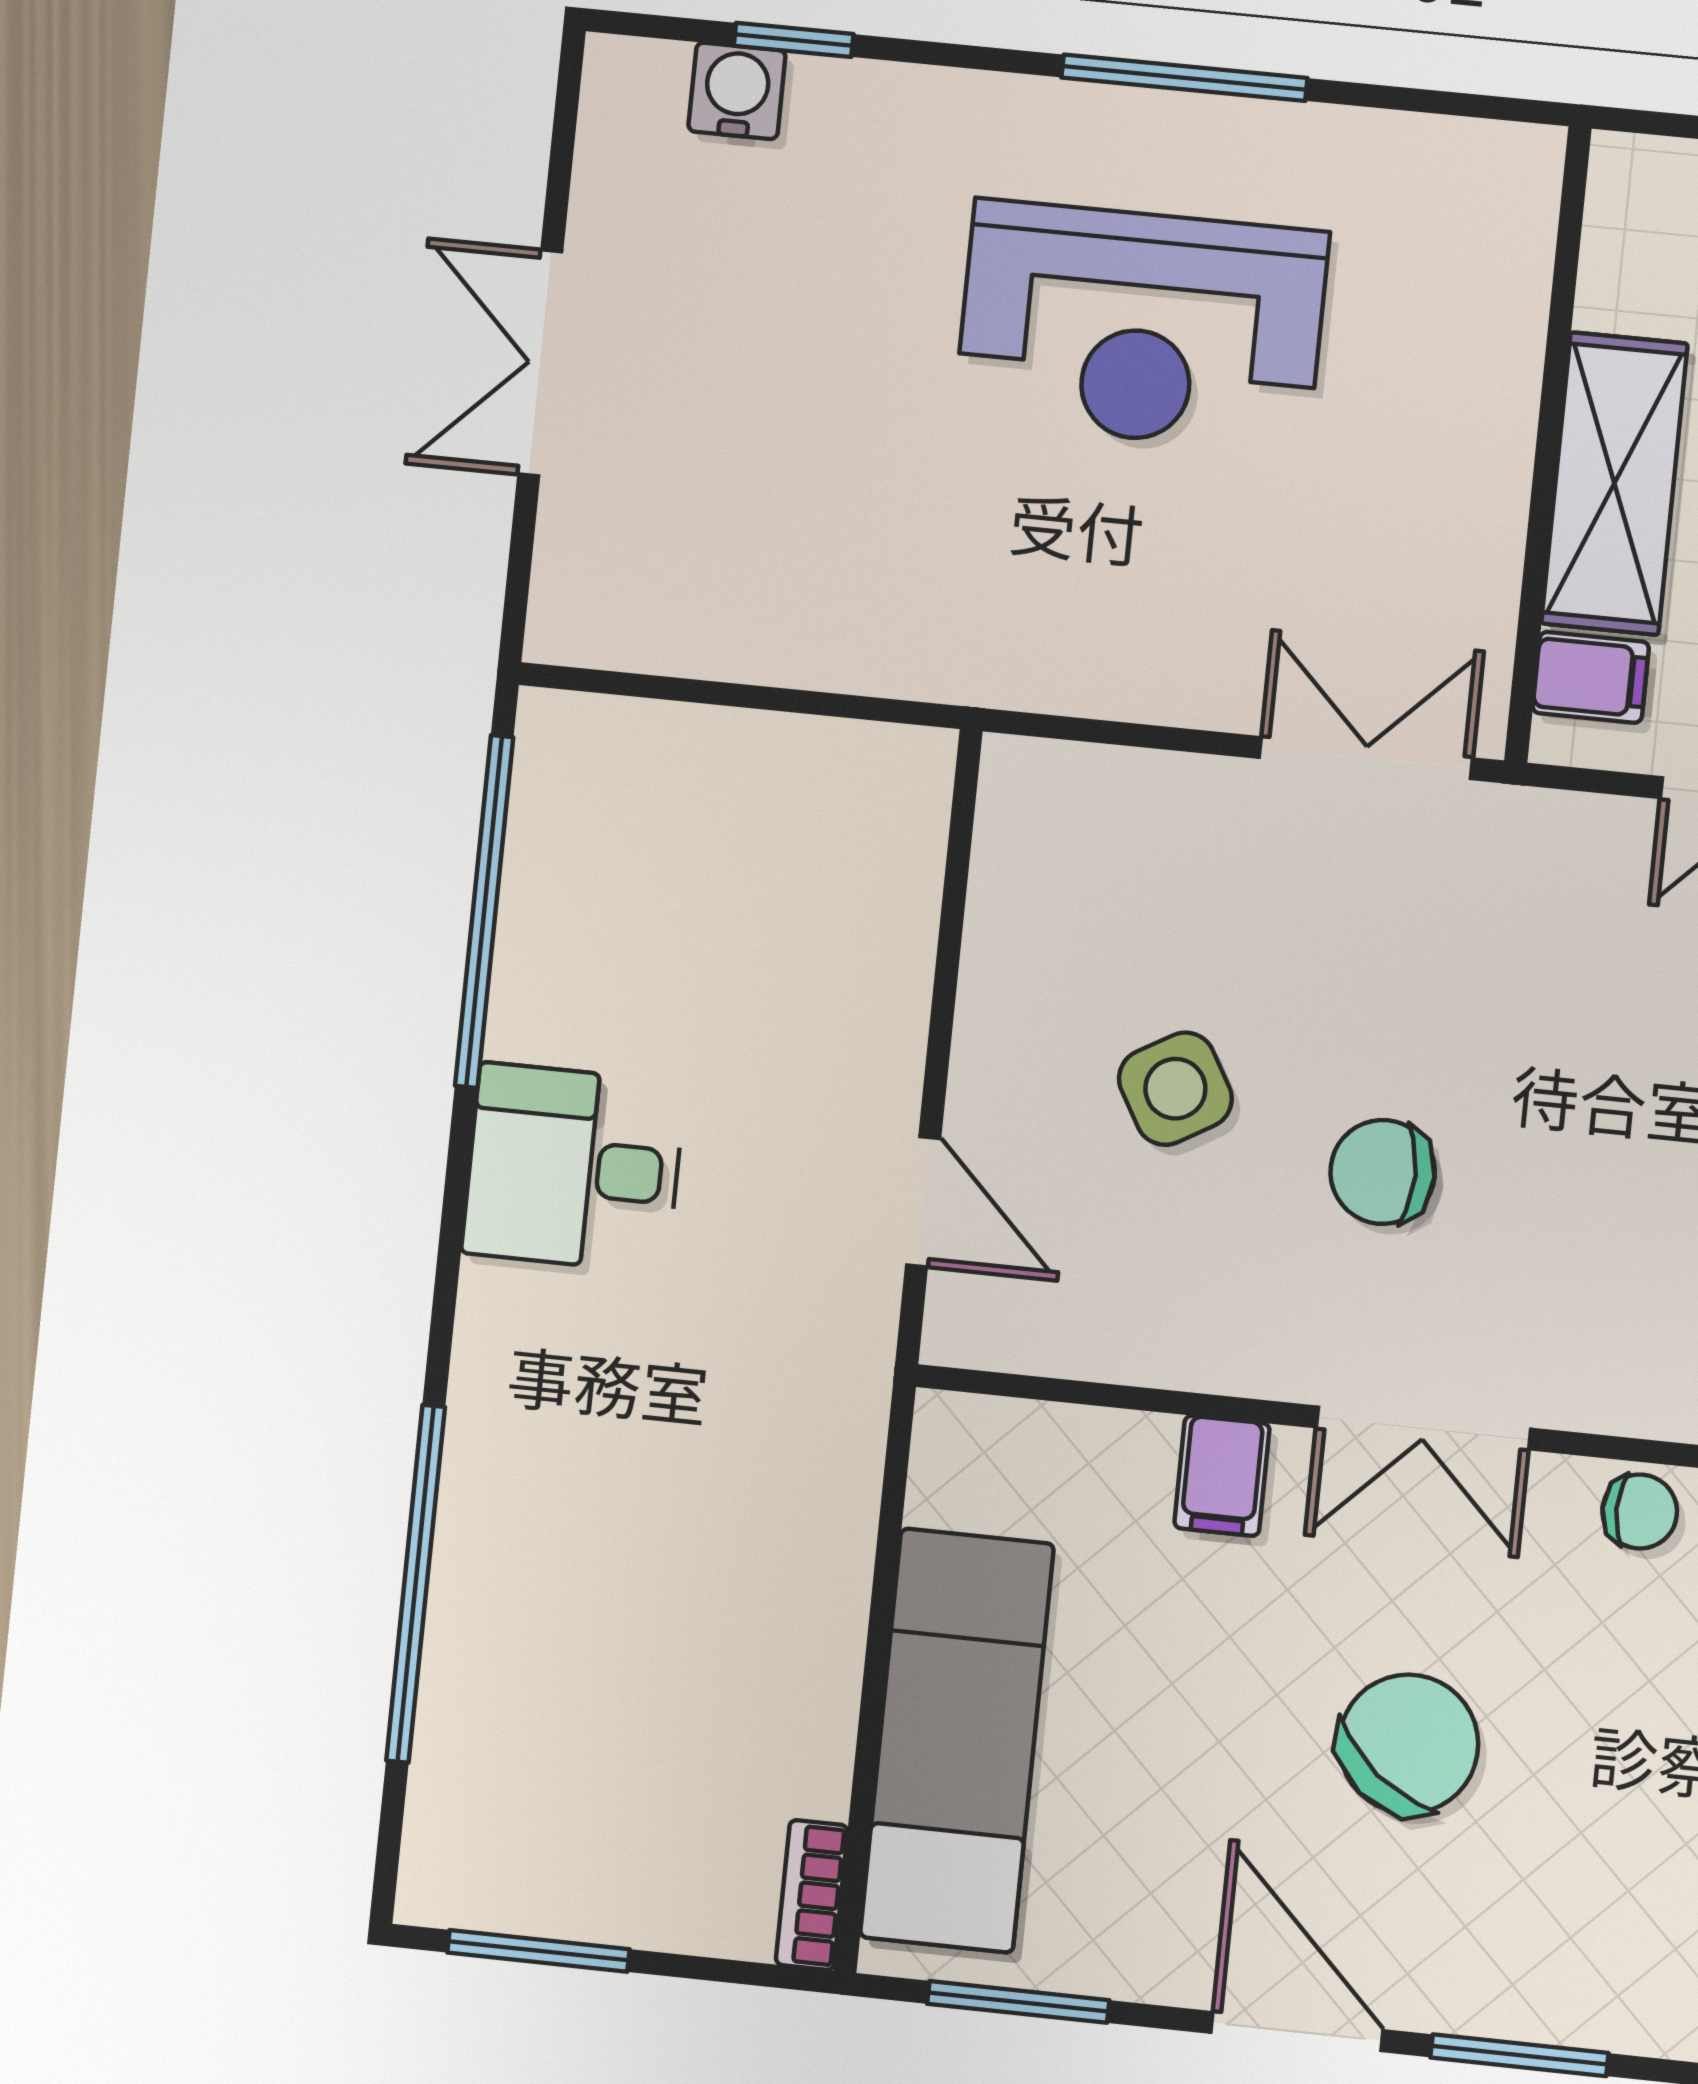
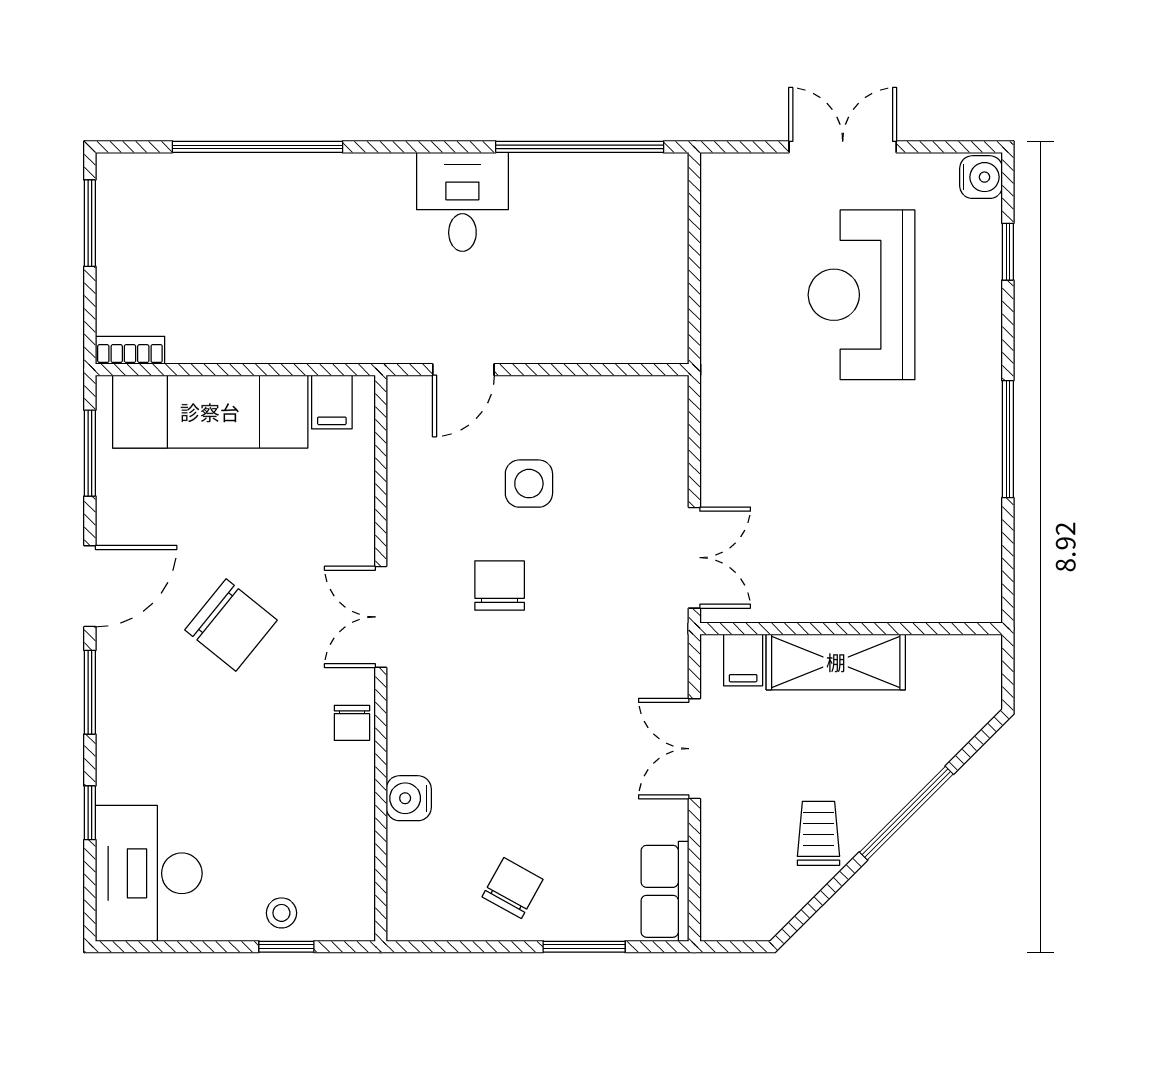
water cooler: (737, 91) -> (981, 177), moved
reception desk: (1141, 326) -> (862, 295), moved
side table: (1175, 1089) -> (529, 484), turned 30
filing cabinet: (1222, 1476) -> (332, 402), moved, turned -90

